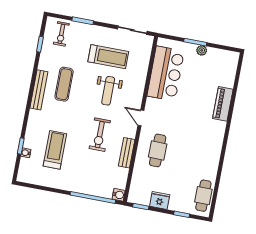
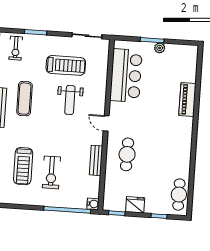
exercise bike: (100, 135) -> (51, 172), moved
treadmill: (55, 150) -> (23, 166), turned 180

